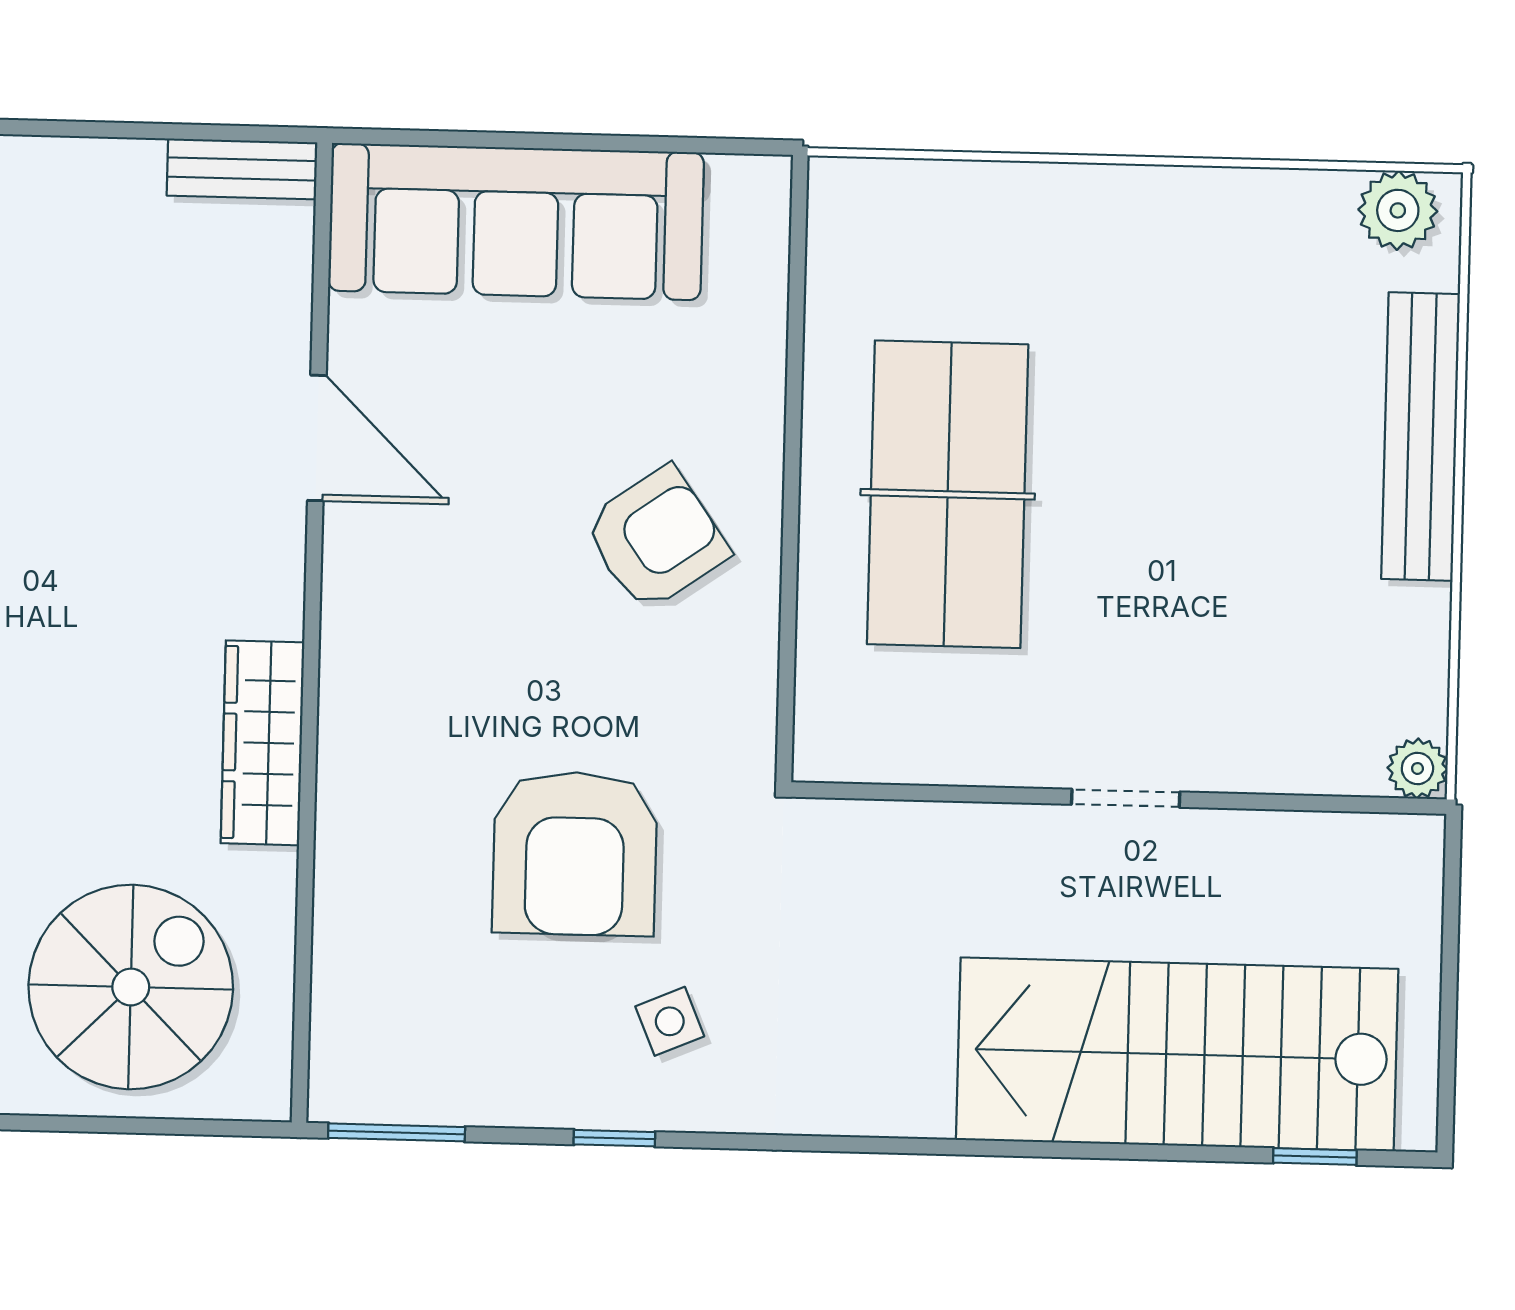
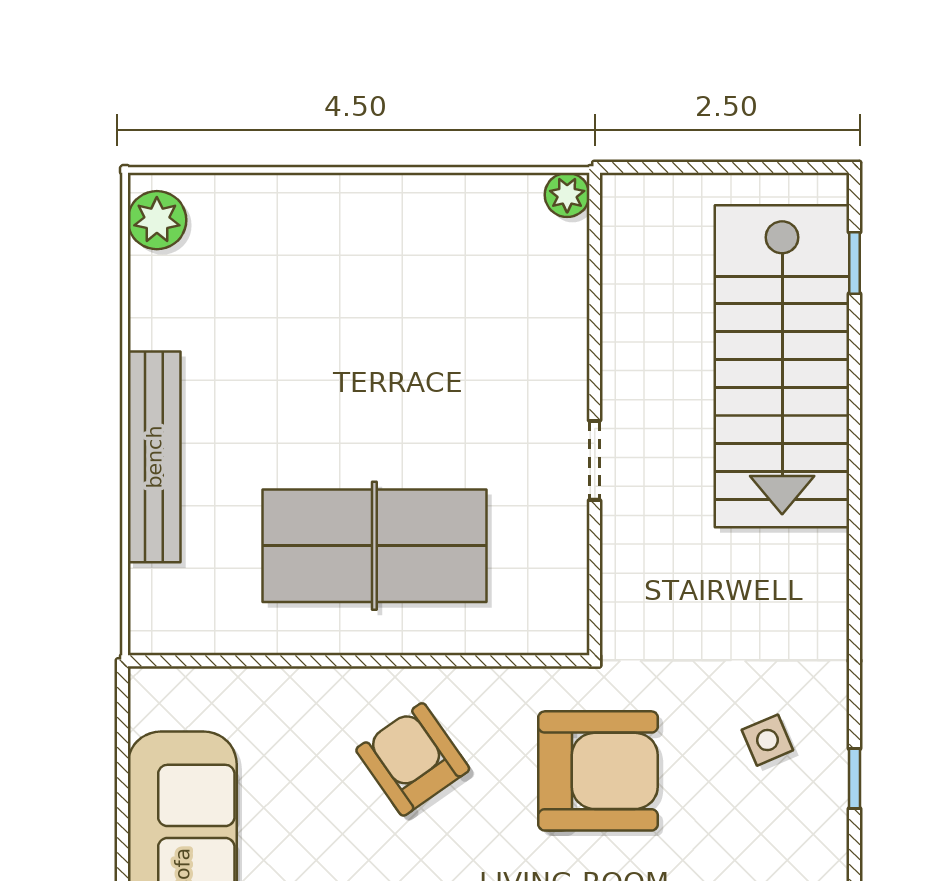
bench: (1421, 436) -> (154, 457), moved, turned 90
doorway: (1126, 798) -> (595, 460), moved
armchair: (575, 853) -> (598, 771), moved

